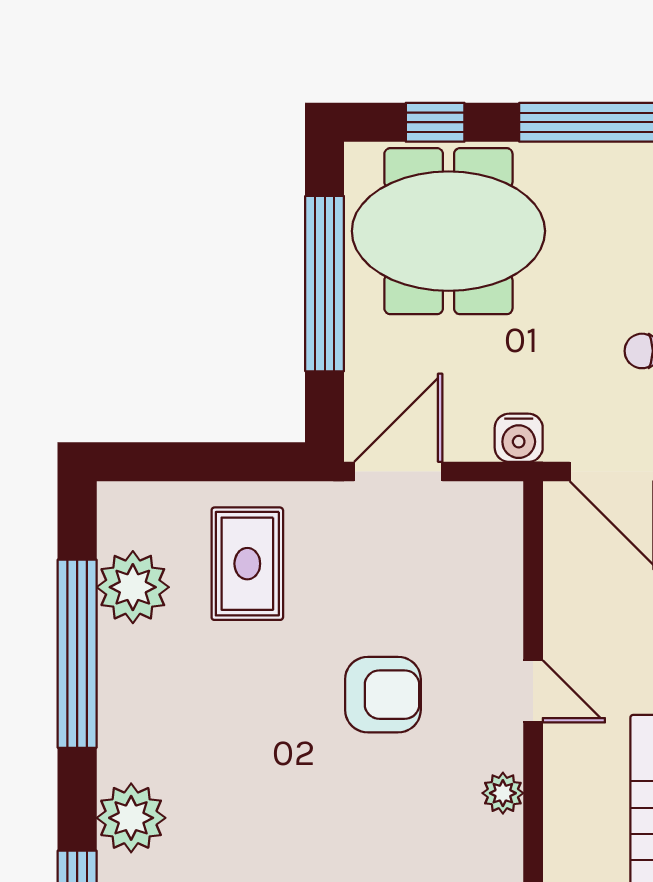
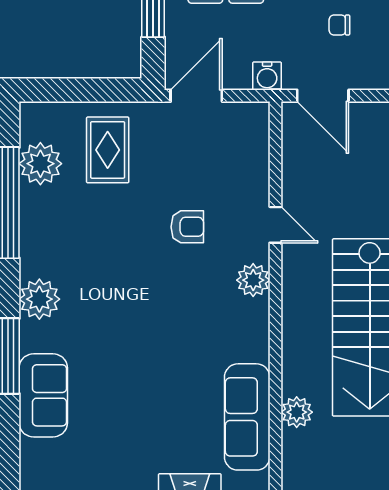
armchair: (383, 695) -> (187, 227), width x0.72, depth x0.72
plant: (503, 793) -> (253, 280), width x1.38, depth x1.38

